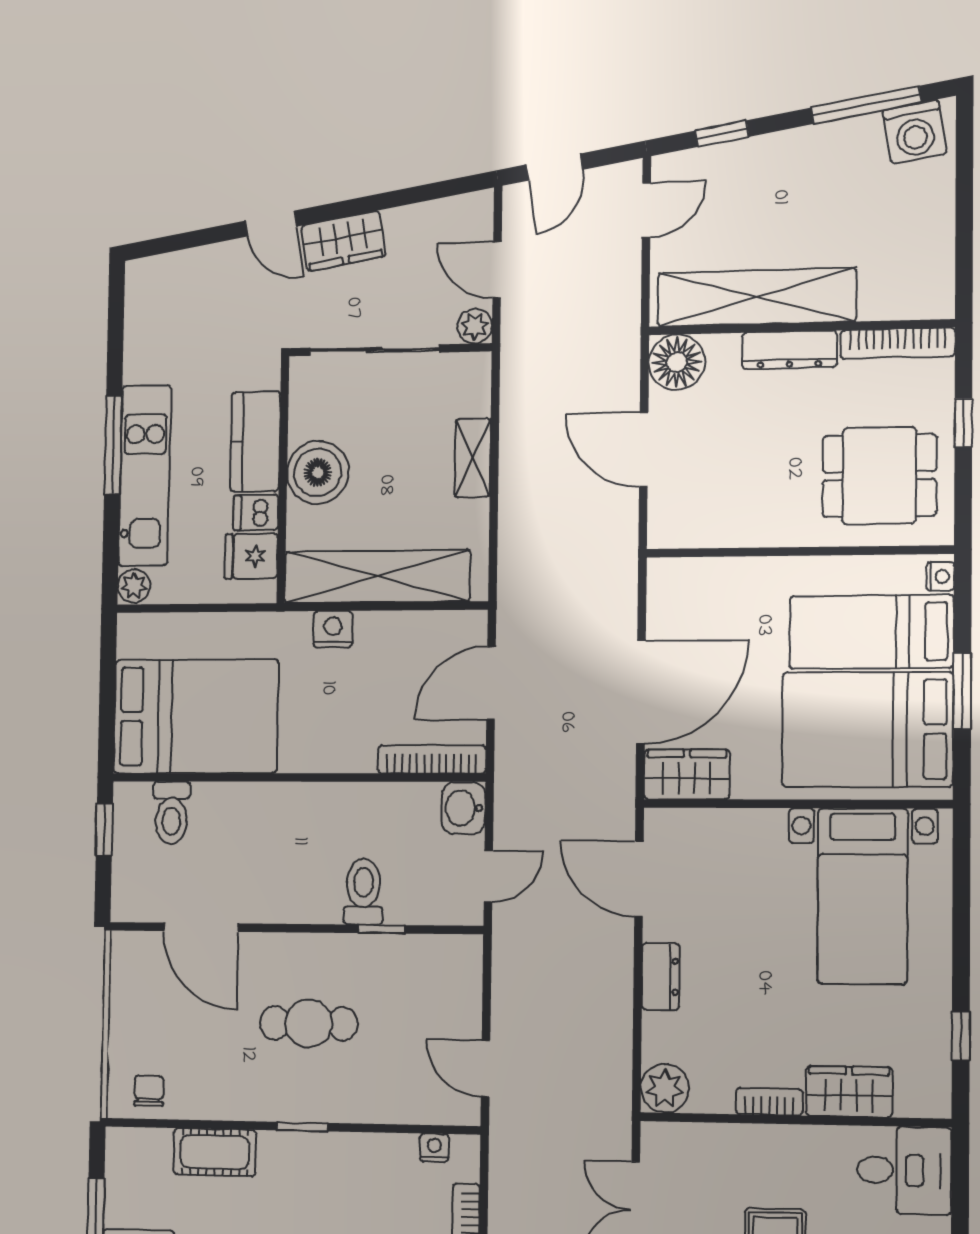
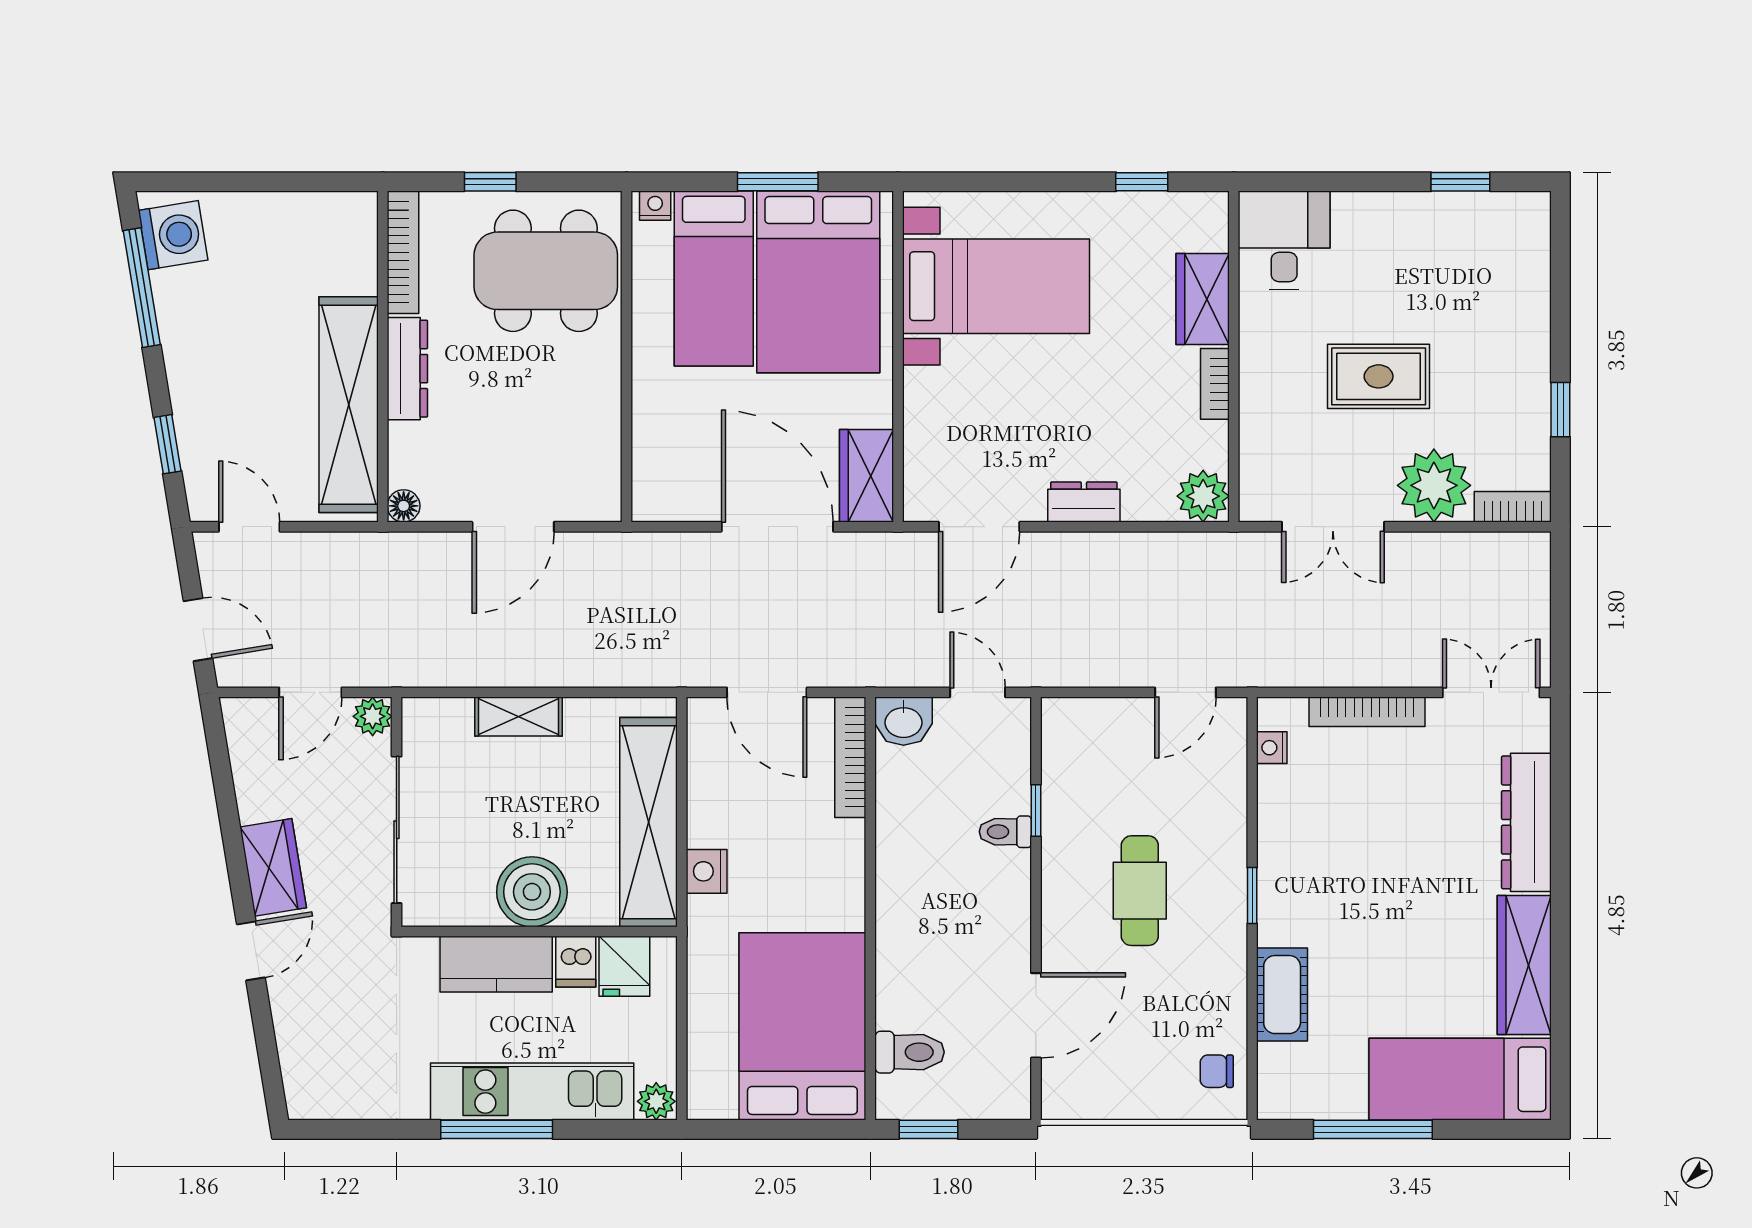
floor lamp: (677, 362) -> (404, 506), width x0.53, depth x0.53
dining table: (879, 476) -> (546, 271), width x1.37
toilet: (363, 892) -> (1005, 832), width x0.73, depth x0.72

